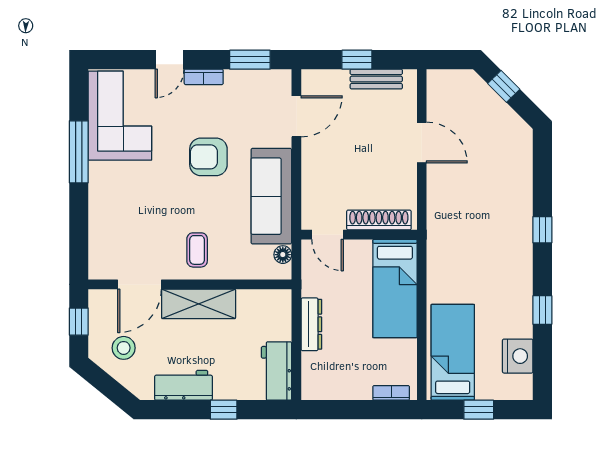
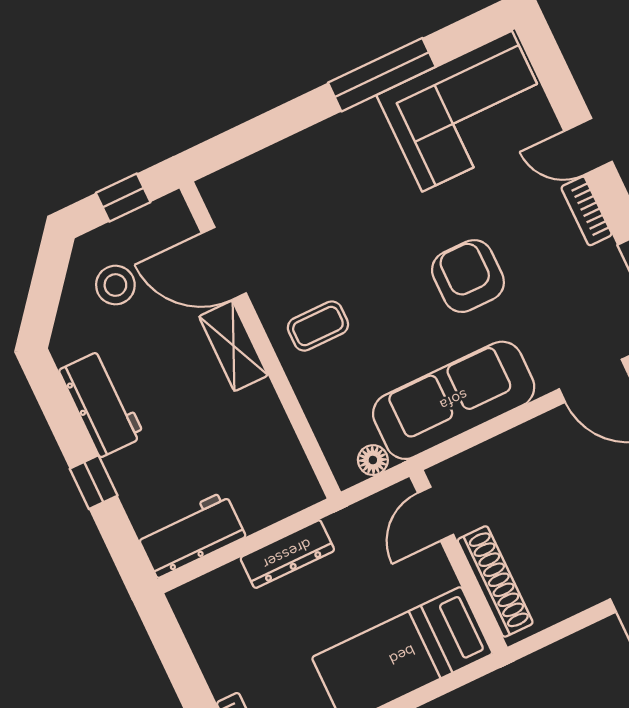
shelving: (199, 304) -> (233, 346), width x0.67, depth x0.75

